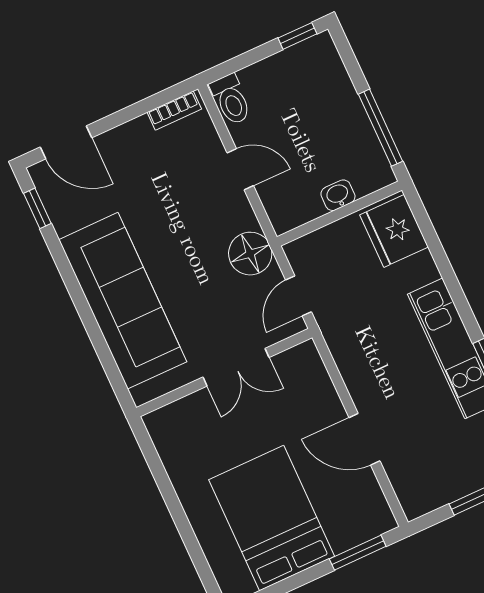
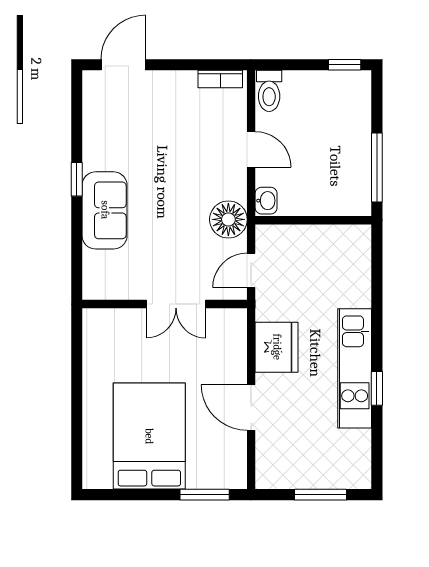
door: (66, 142) -> (123, 65), swing flipped
washbasin: (338, 195) -> (266, 201), moved, turned 90
window: (37, 208) -> (77, 179), moved
fridge: (394, 231) -> (277, 347), moved, turned 180
sofa: (123, 301) -> (105, 210), width x0.54, depth x0.79

